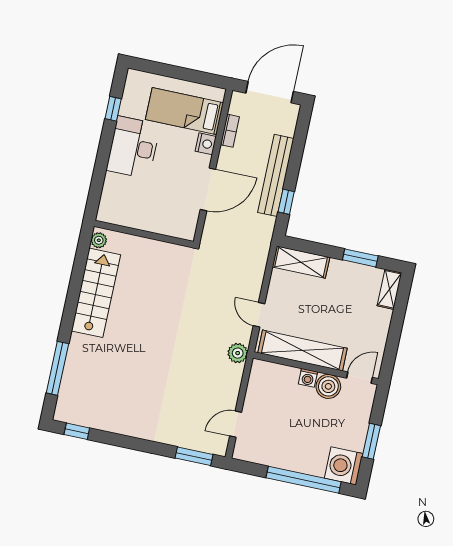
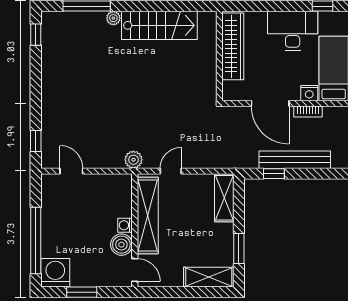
bookcase: (230, 131) -> (308, 112), moved
wardrobe: (136, 217) -> (233, 46), added
plant: (99, 240) -> (113, 18), moved
shelving: (389, 289) -> (209, 277), width x1.50, depth x1.33
window: (194, 456) -> (36, 141), width x0.67

